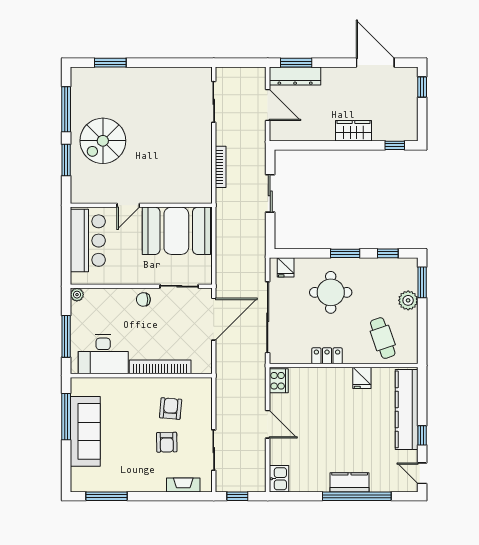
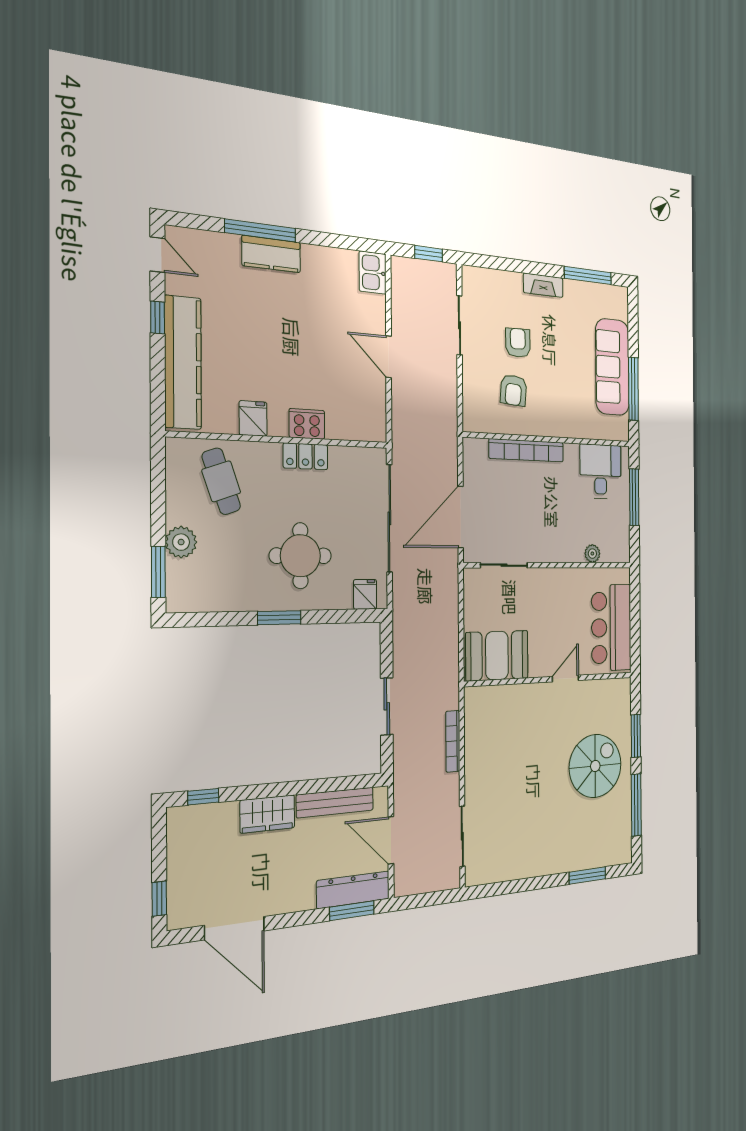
bench: (308, 134) -> (335, 802), added
booth: (176, 231) -> (497, 656), width x0.73, depth x0.70
window: (388, 253) -> (214, 619), removed
plant: (77, 295) -> (592, 554), moved
chair: (143, 299) -> (547, 546), removed
desk: (103, 354) -> (601, 471), width x0.73
cooker: (279, 381) -> (307, 424), moved, turned 90
fireplace: (183, 485) -> (543, 285), moved
window: (357, 496) -> (260, 231), width x0.68

